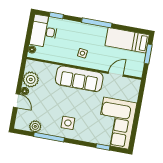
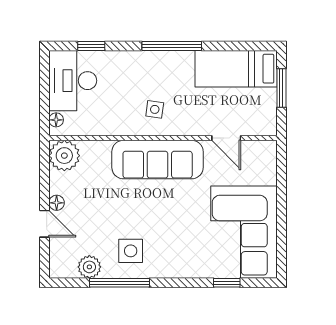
door: (116, 74) -> (226, 138), swing flipped
plant: (31, 79) -> (64, 156), moved
side table: (68, 123) -> (131, 251), moved

